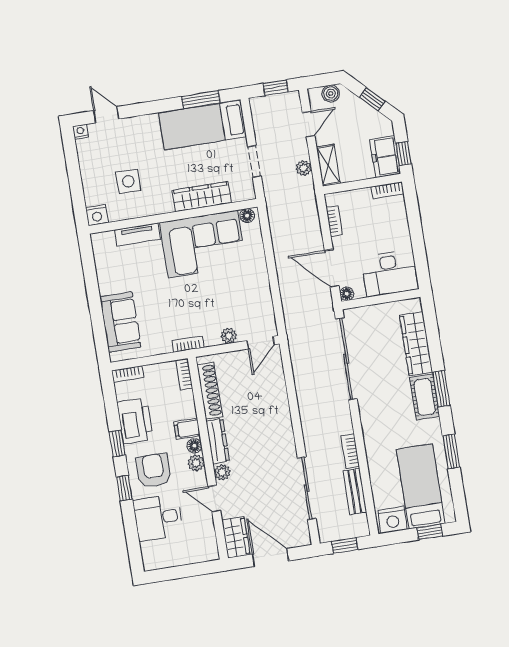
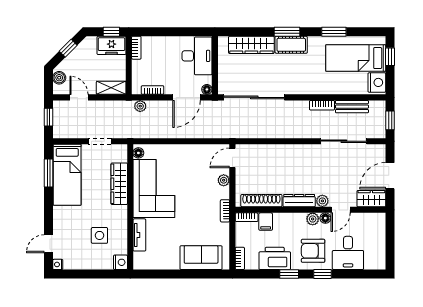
plant: (304, 168) -> (140, 106), moved
door: (261, 343) -> (232, 158), swing flipped
filing cabinet: (187, 429) -> (266, 222), moved
floor lamp: (194, 446) -> (325, 218), moved

